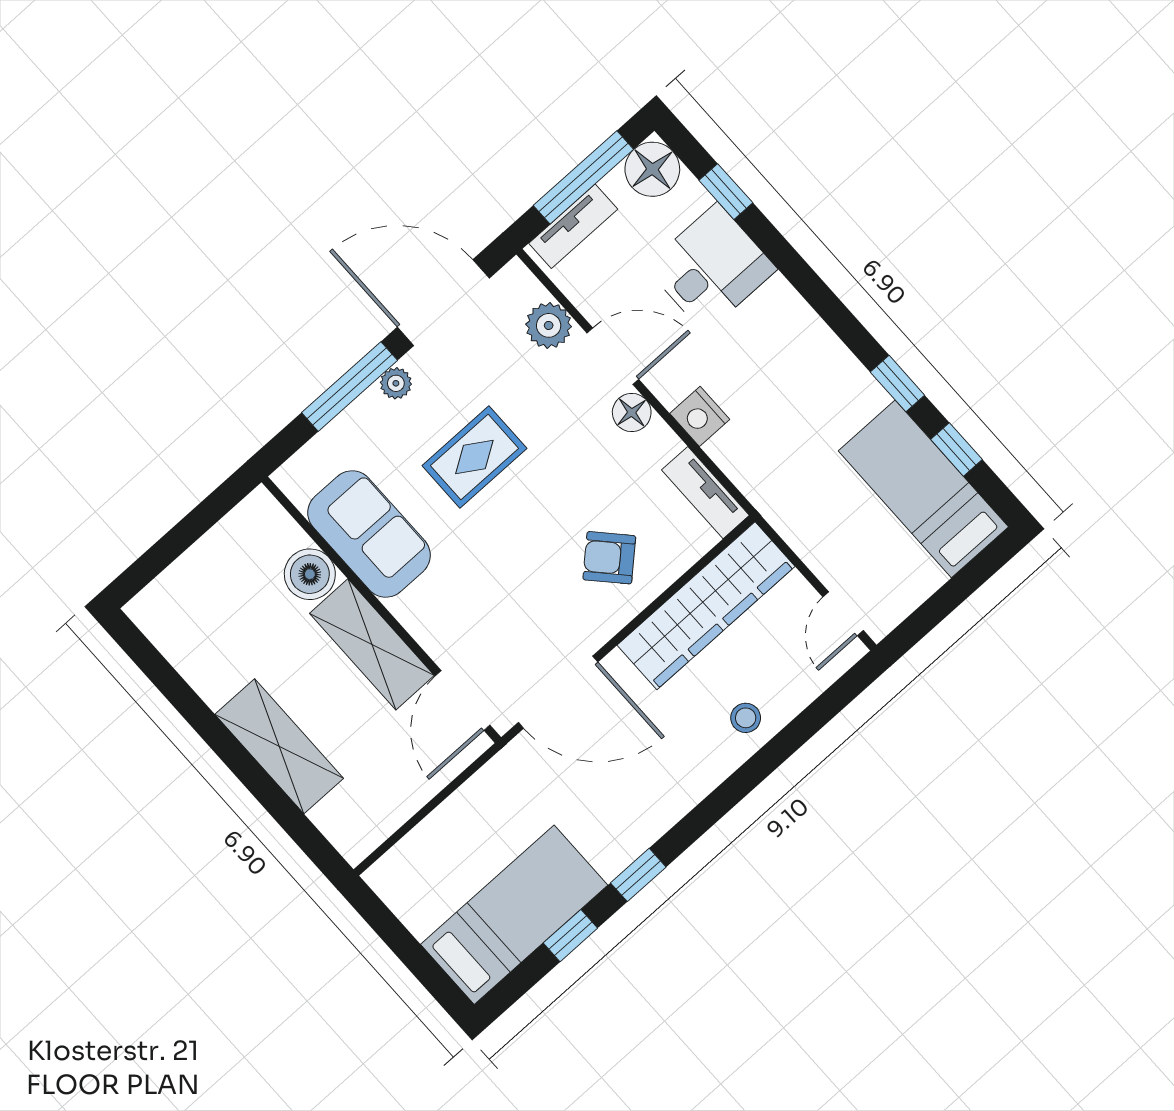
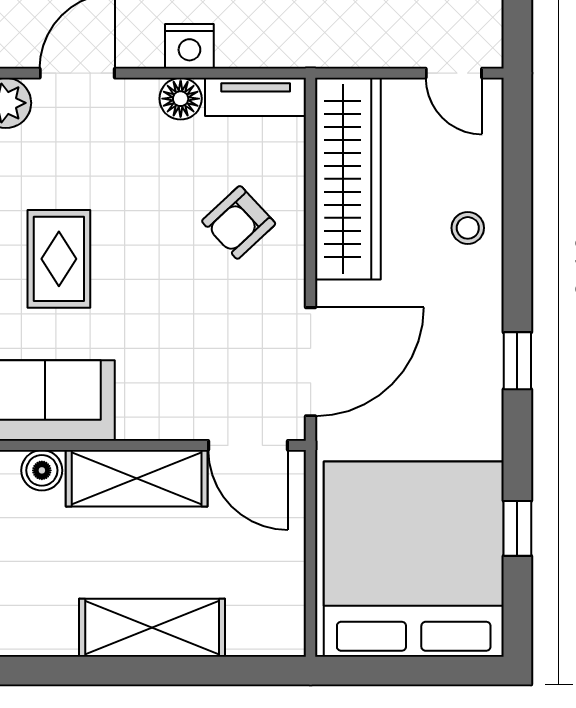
floor lamp: (632, 412) -> (181, 99), moved
boiler: (310, 574) -> (42, 470), width x0.73, depth x0.73
window: (638, 875) -> (517, 361), moved
bed: (514, 915) -> (414, 559), width x2.04

